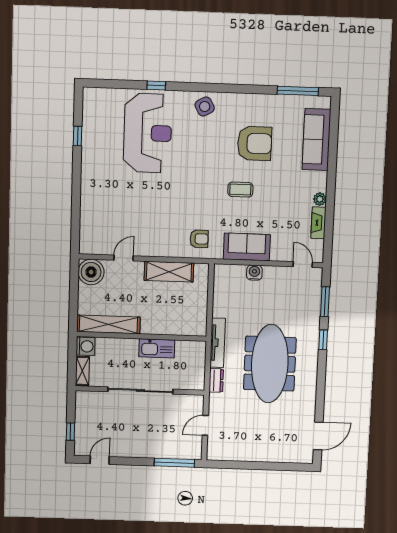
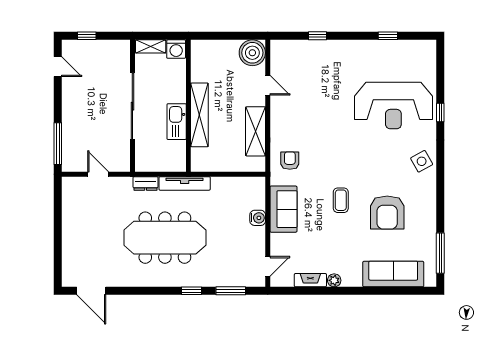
window: (76, 207) -> (317, 36), added
armchair: (199, 239) -> (290, 161), turned 180
shelving: (108, 324) -> (199, 115), moved

